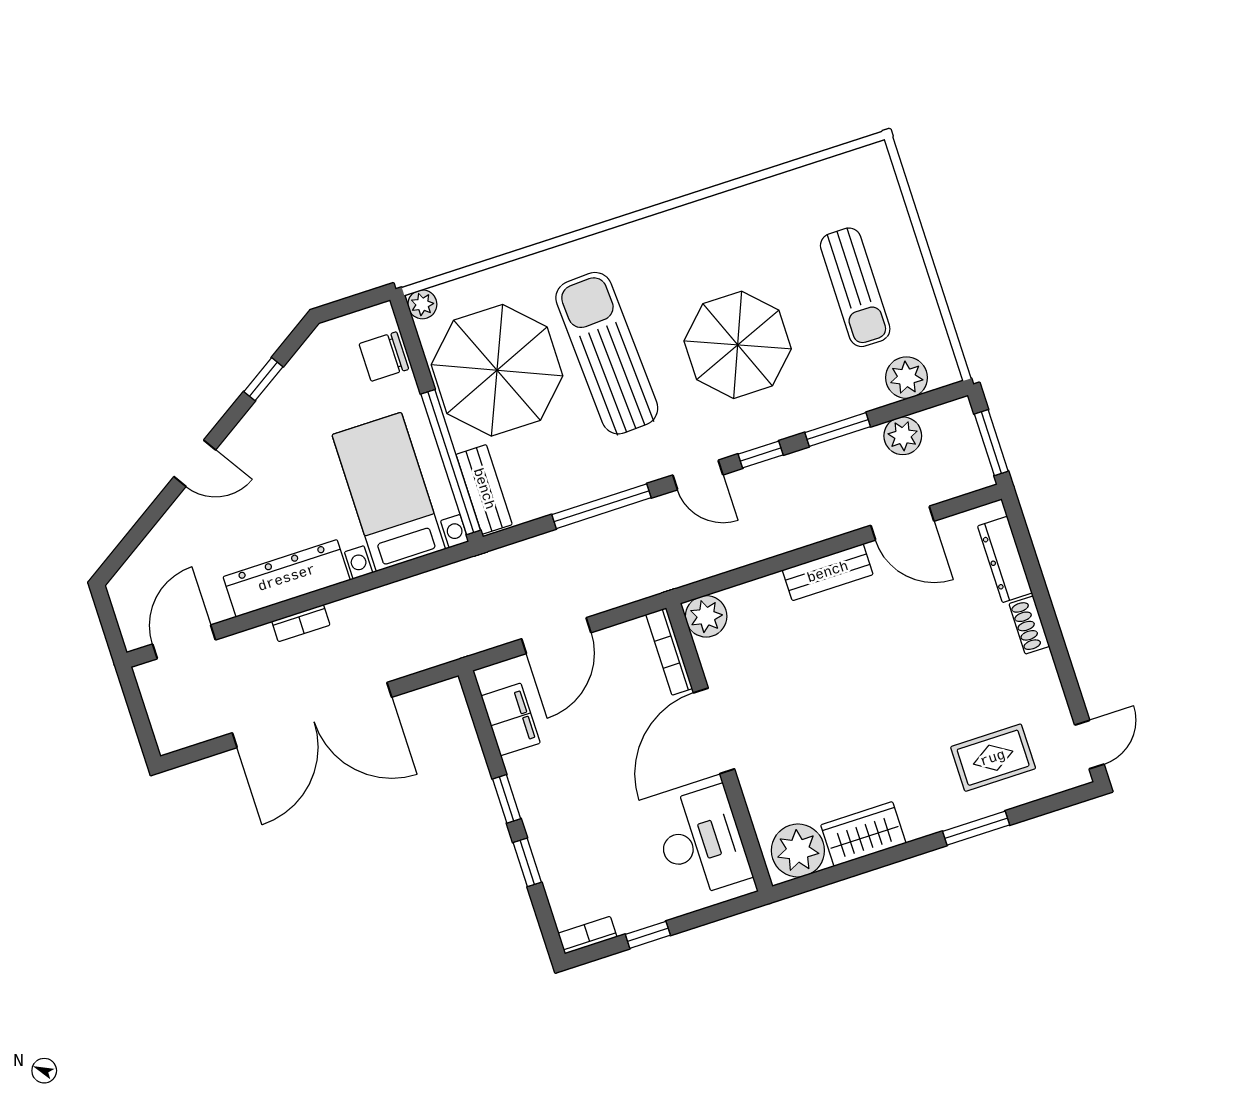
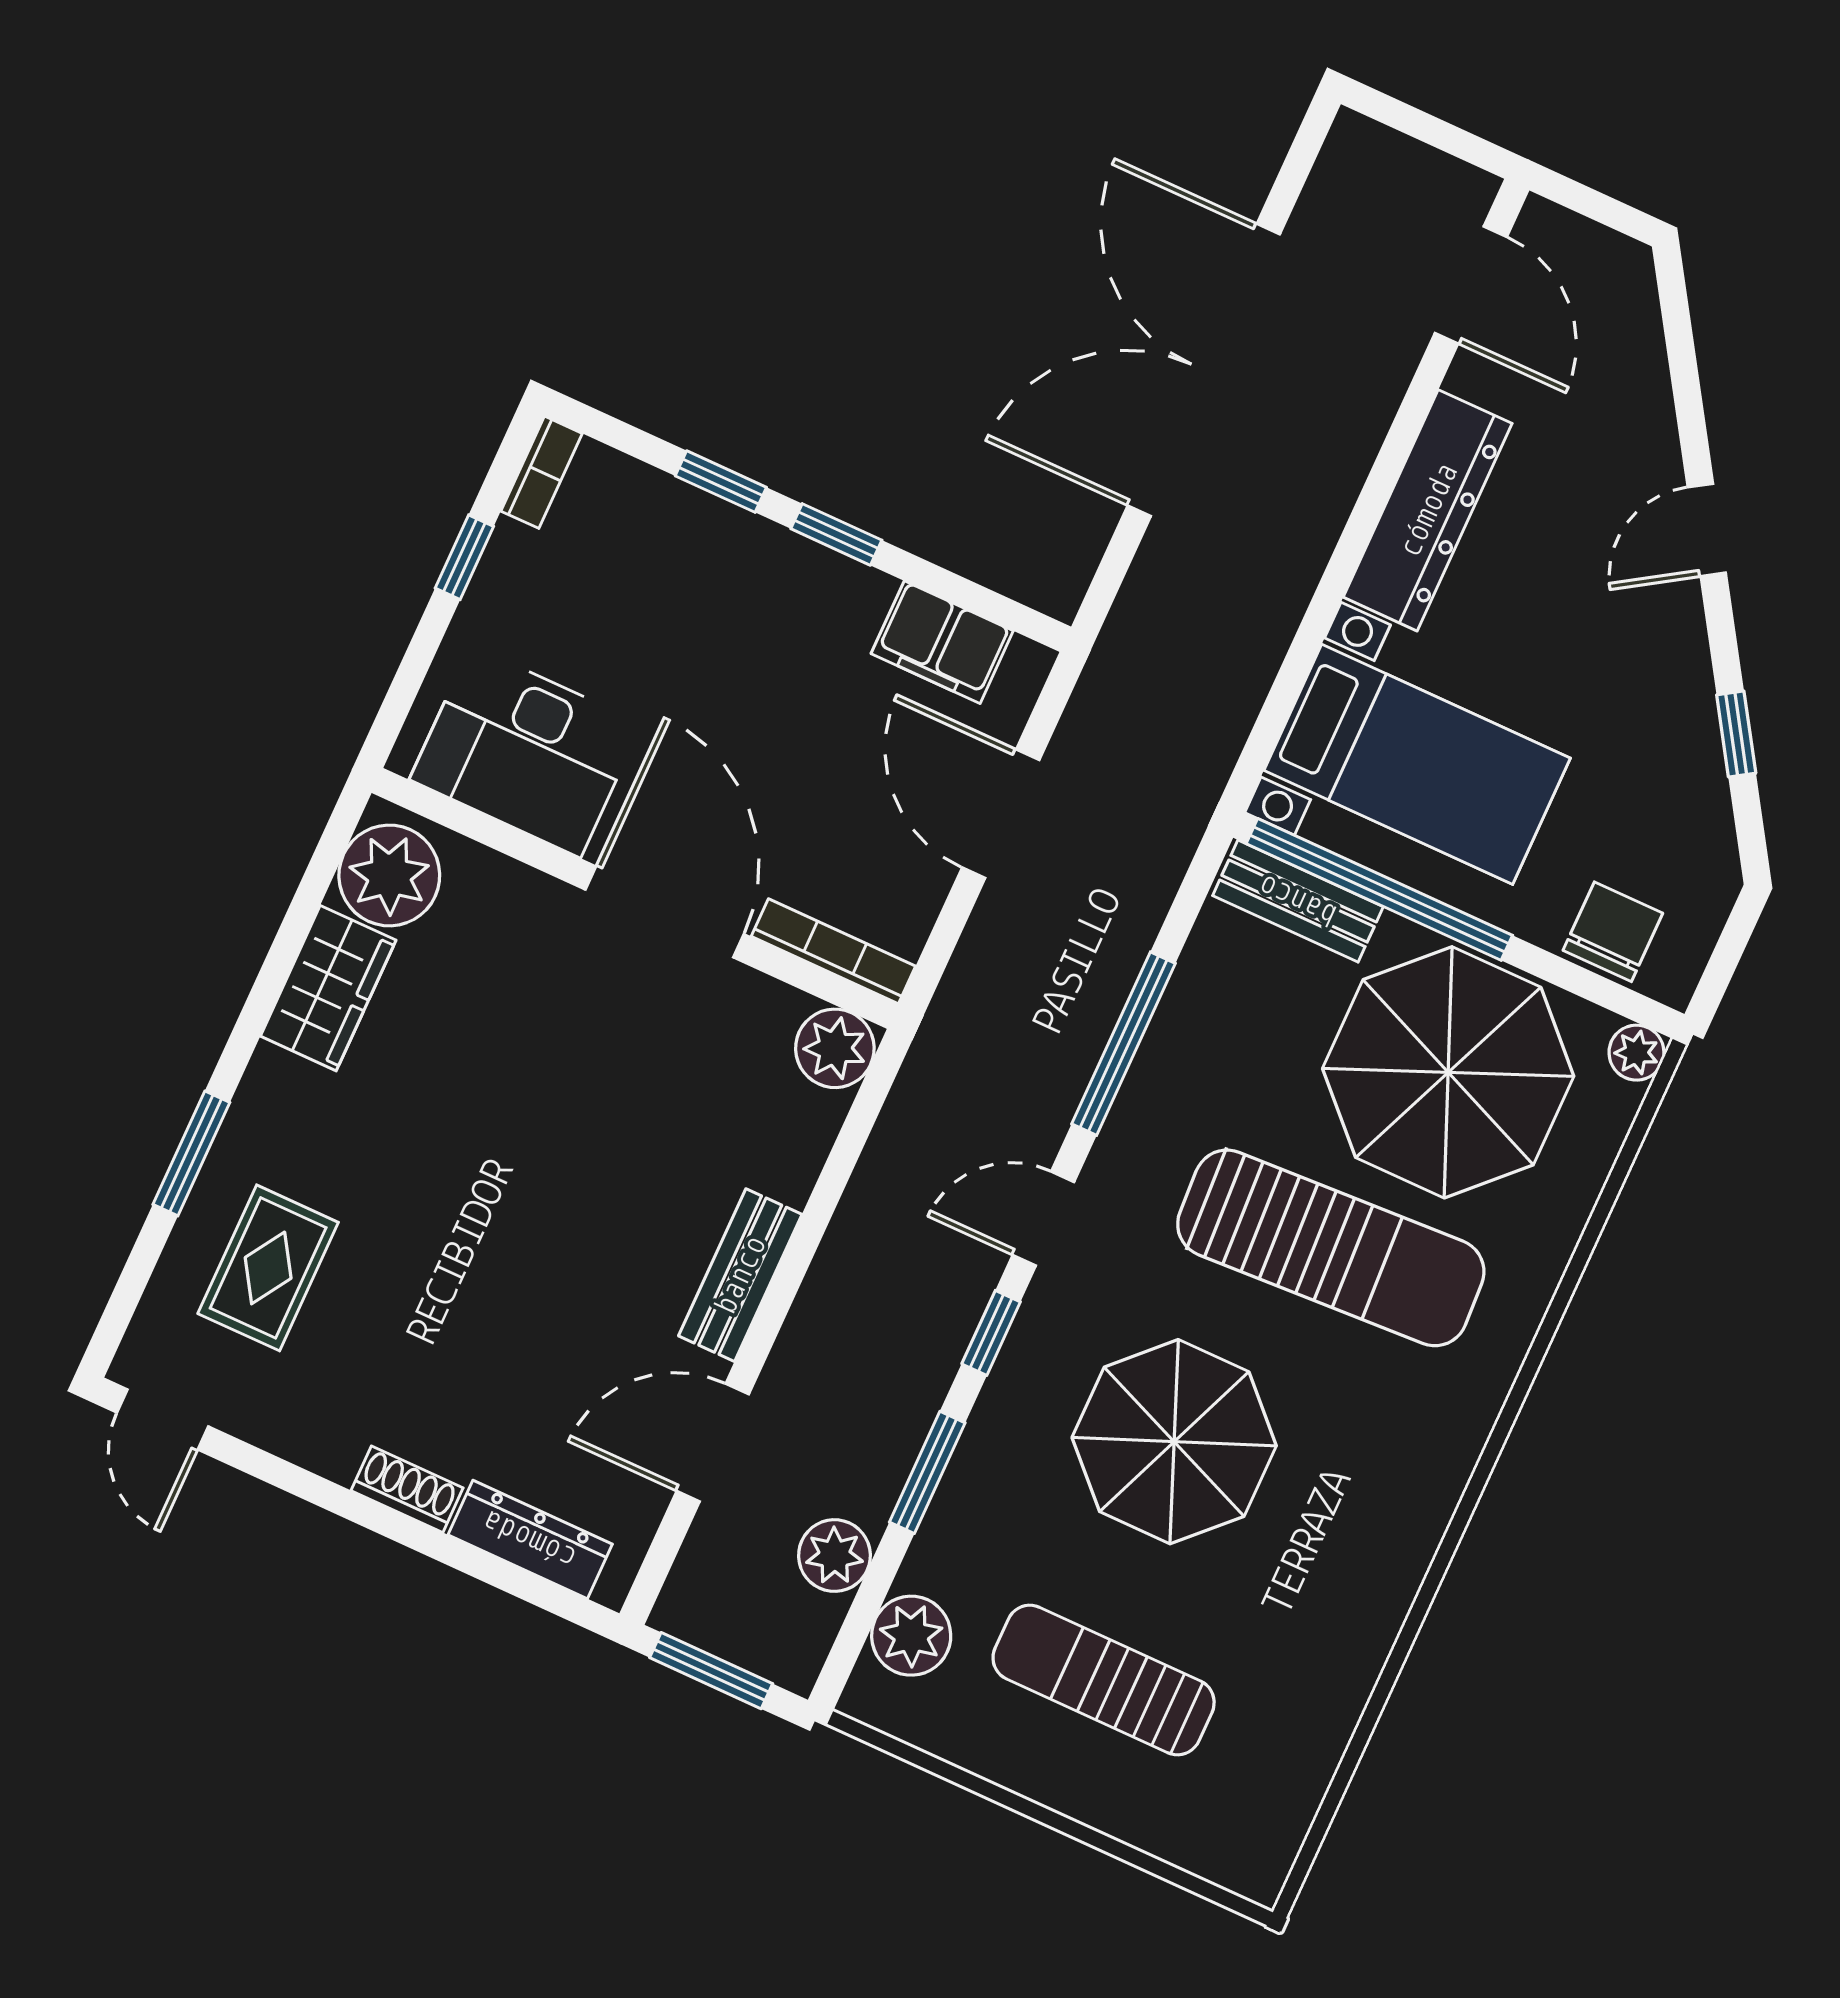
bookcase: (301, 623) -> (1347, 473), removed

